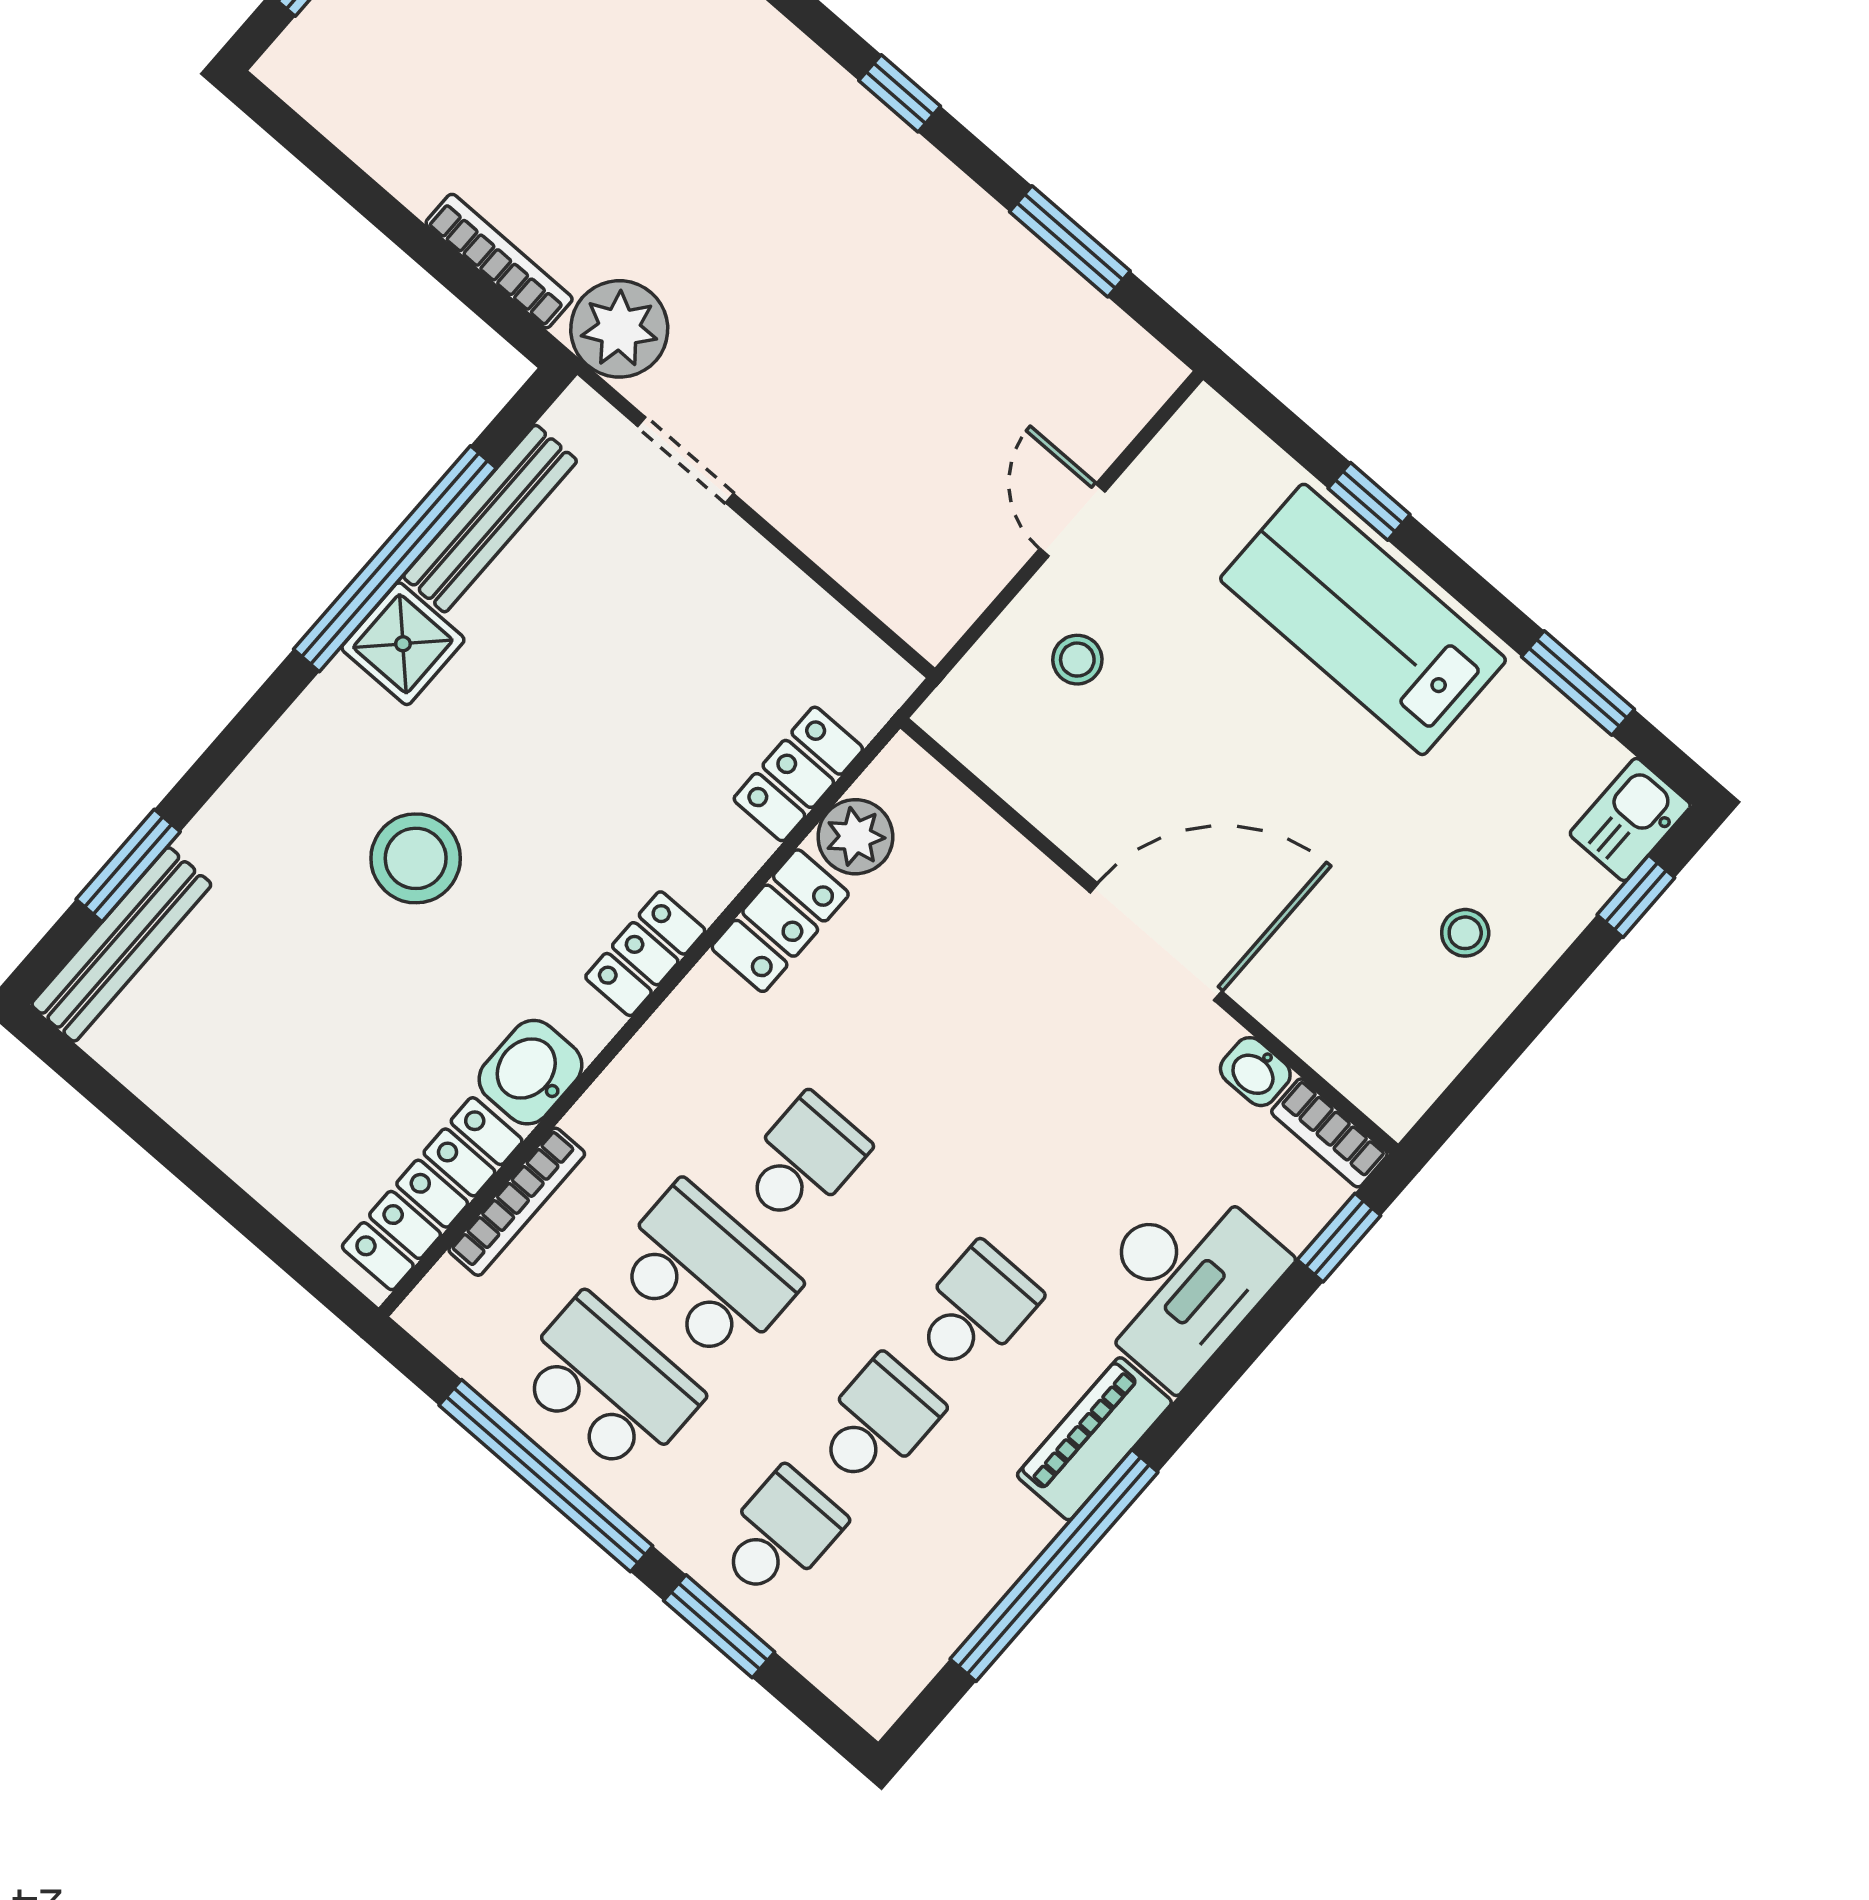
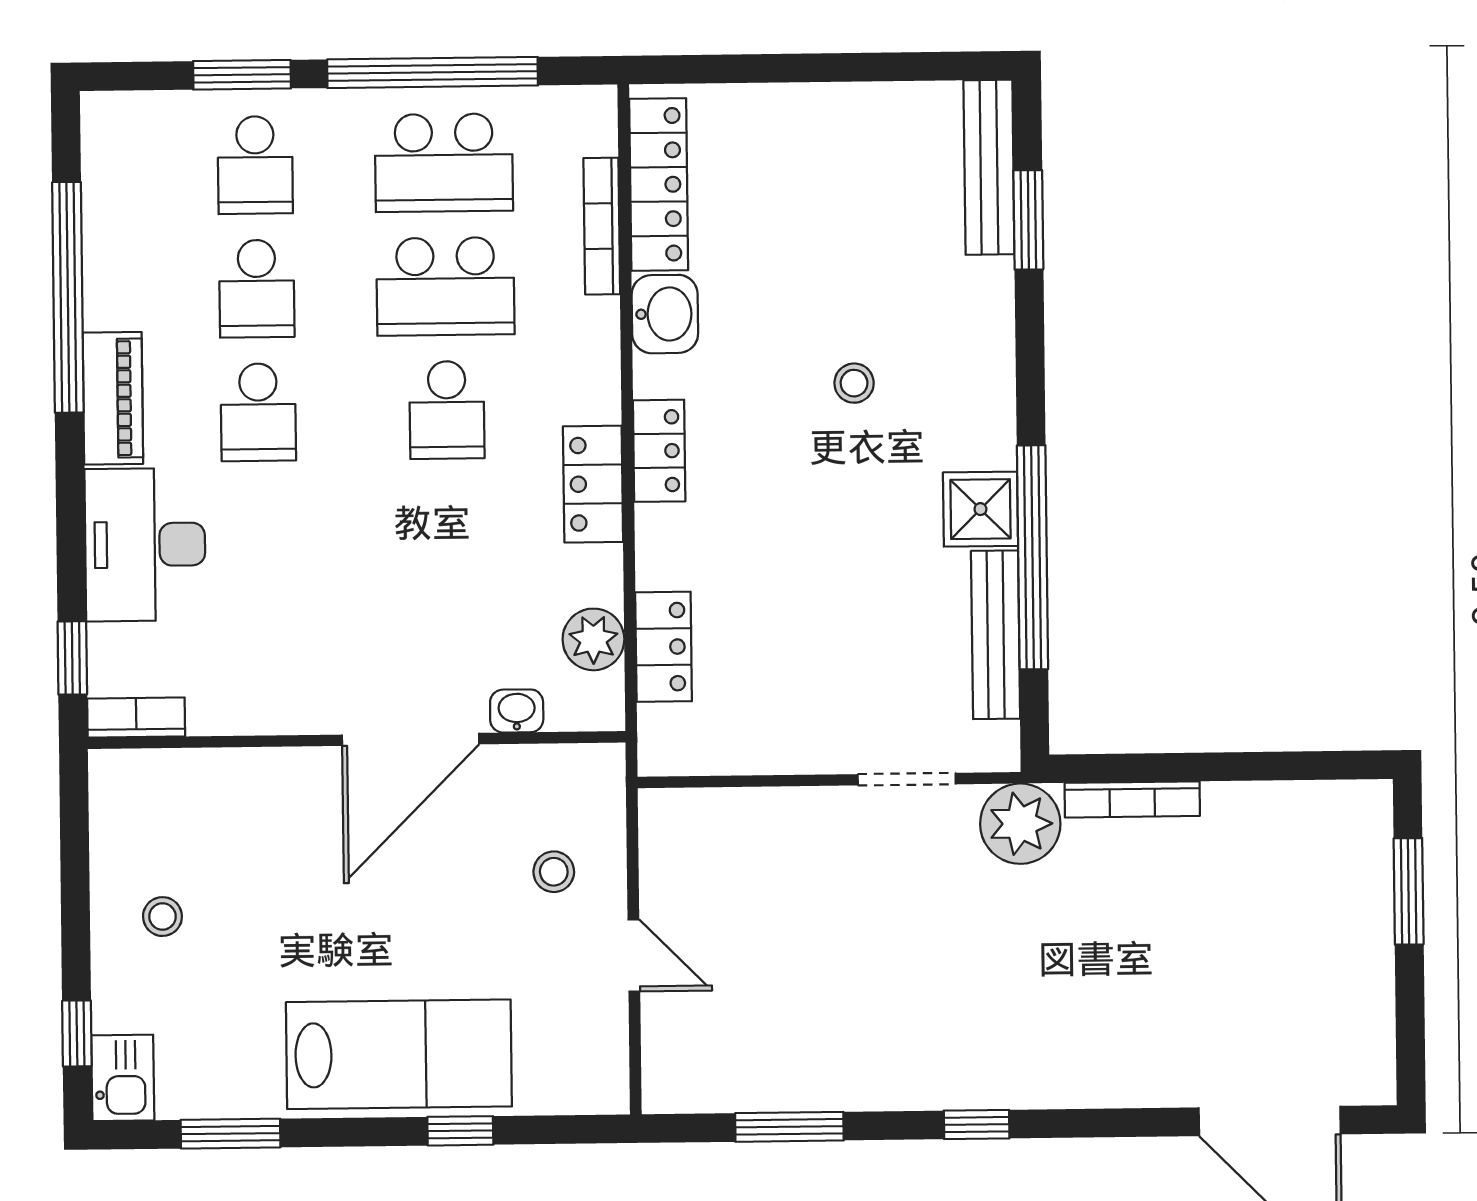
stool: (416, 858) -> (854, 383), width x0.53, depth x0.53
locker: (780, 921) -> (593, 484), moved
door: (1156, 942) -> (411, 739), moved
washbasin: (1255, 1072) -> (517, 711), moved

